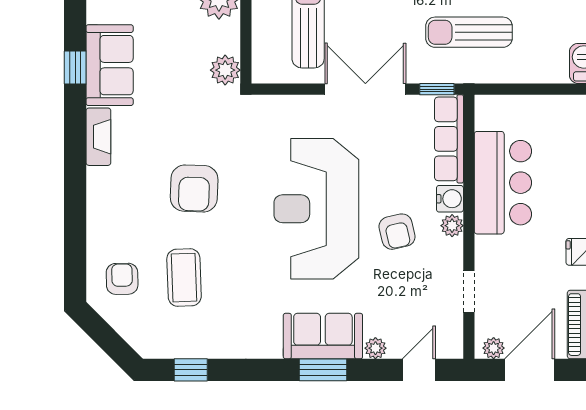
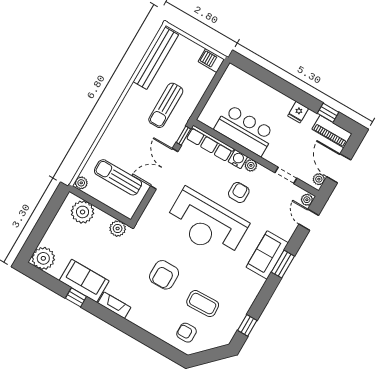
armchair: (194, 188) -> (164, 275), turned 88
armchair: (397, 232) -> (239, 192), turned -77
plant: (375, 348) -> (307, 200), moved

